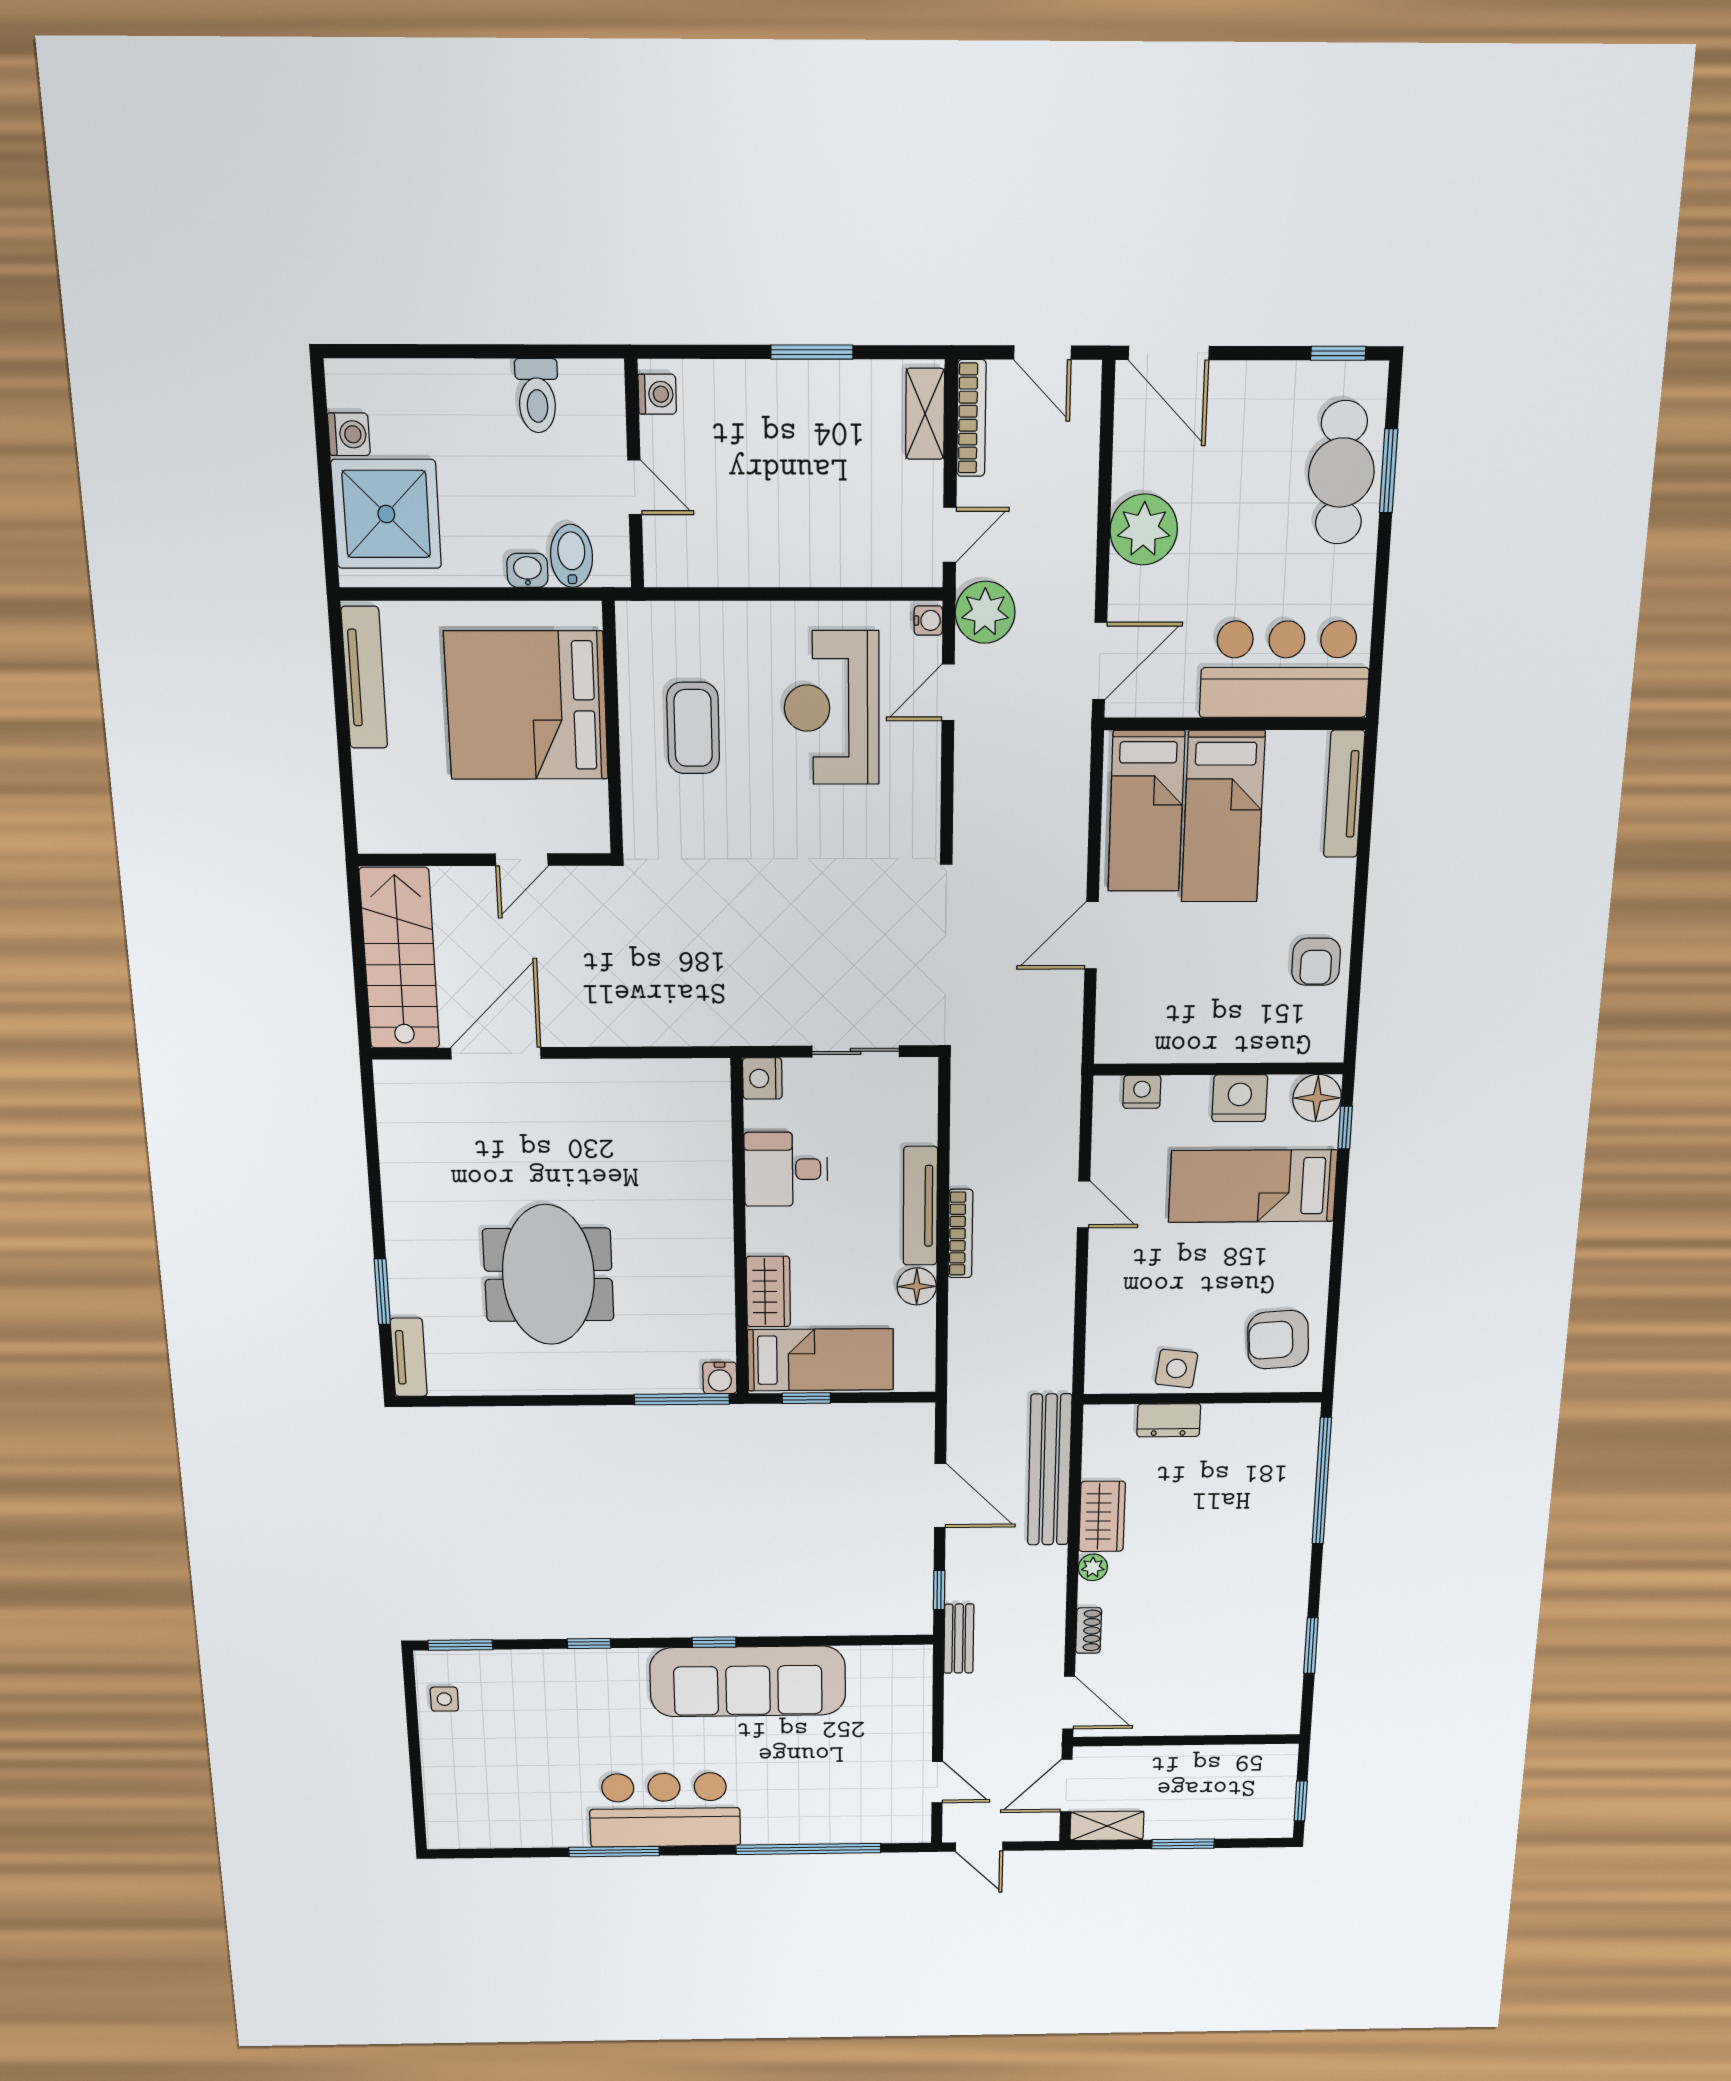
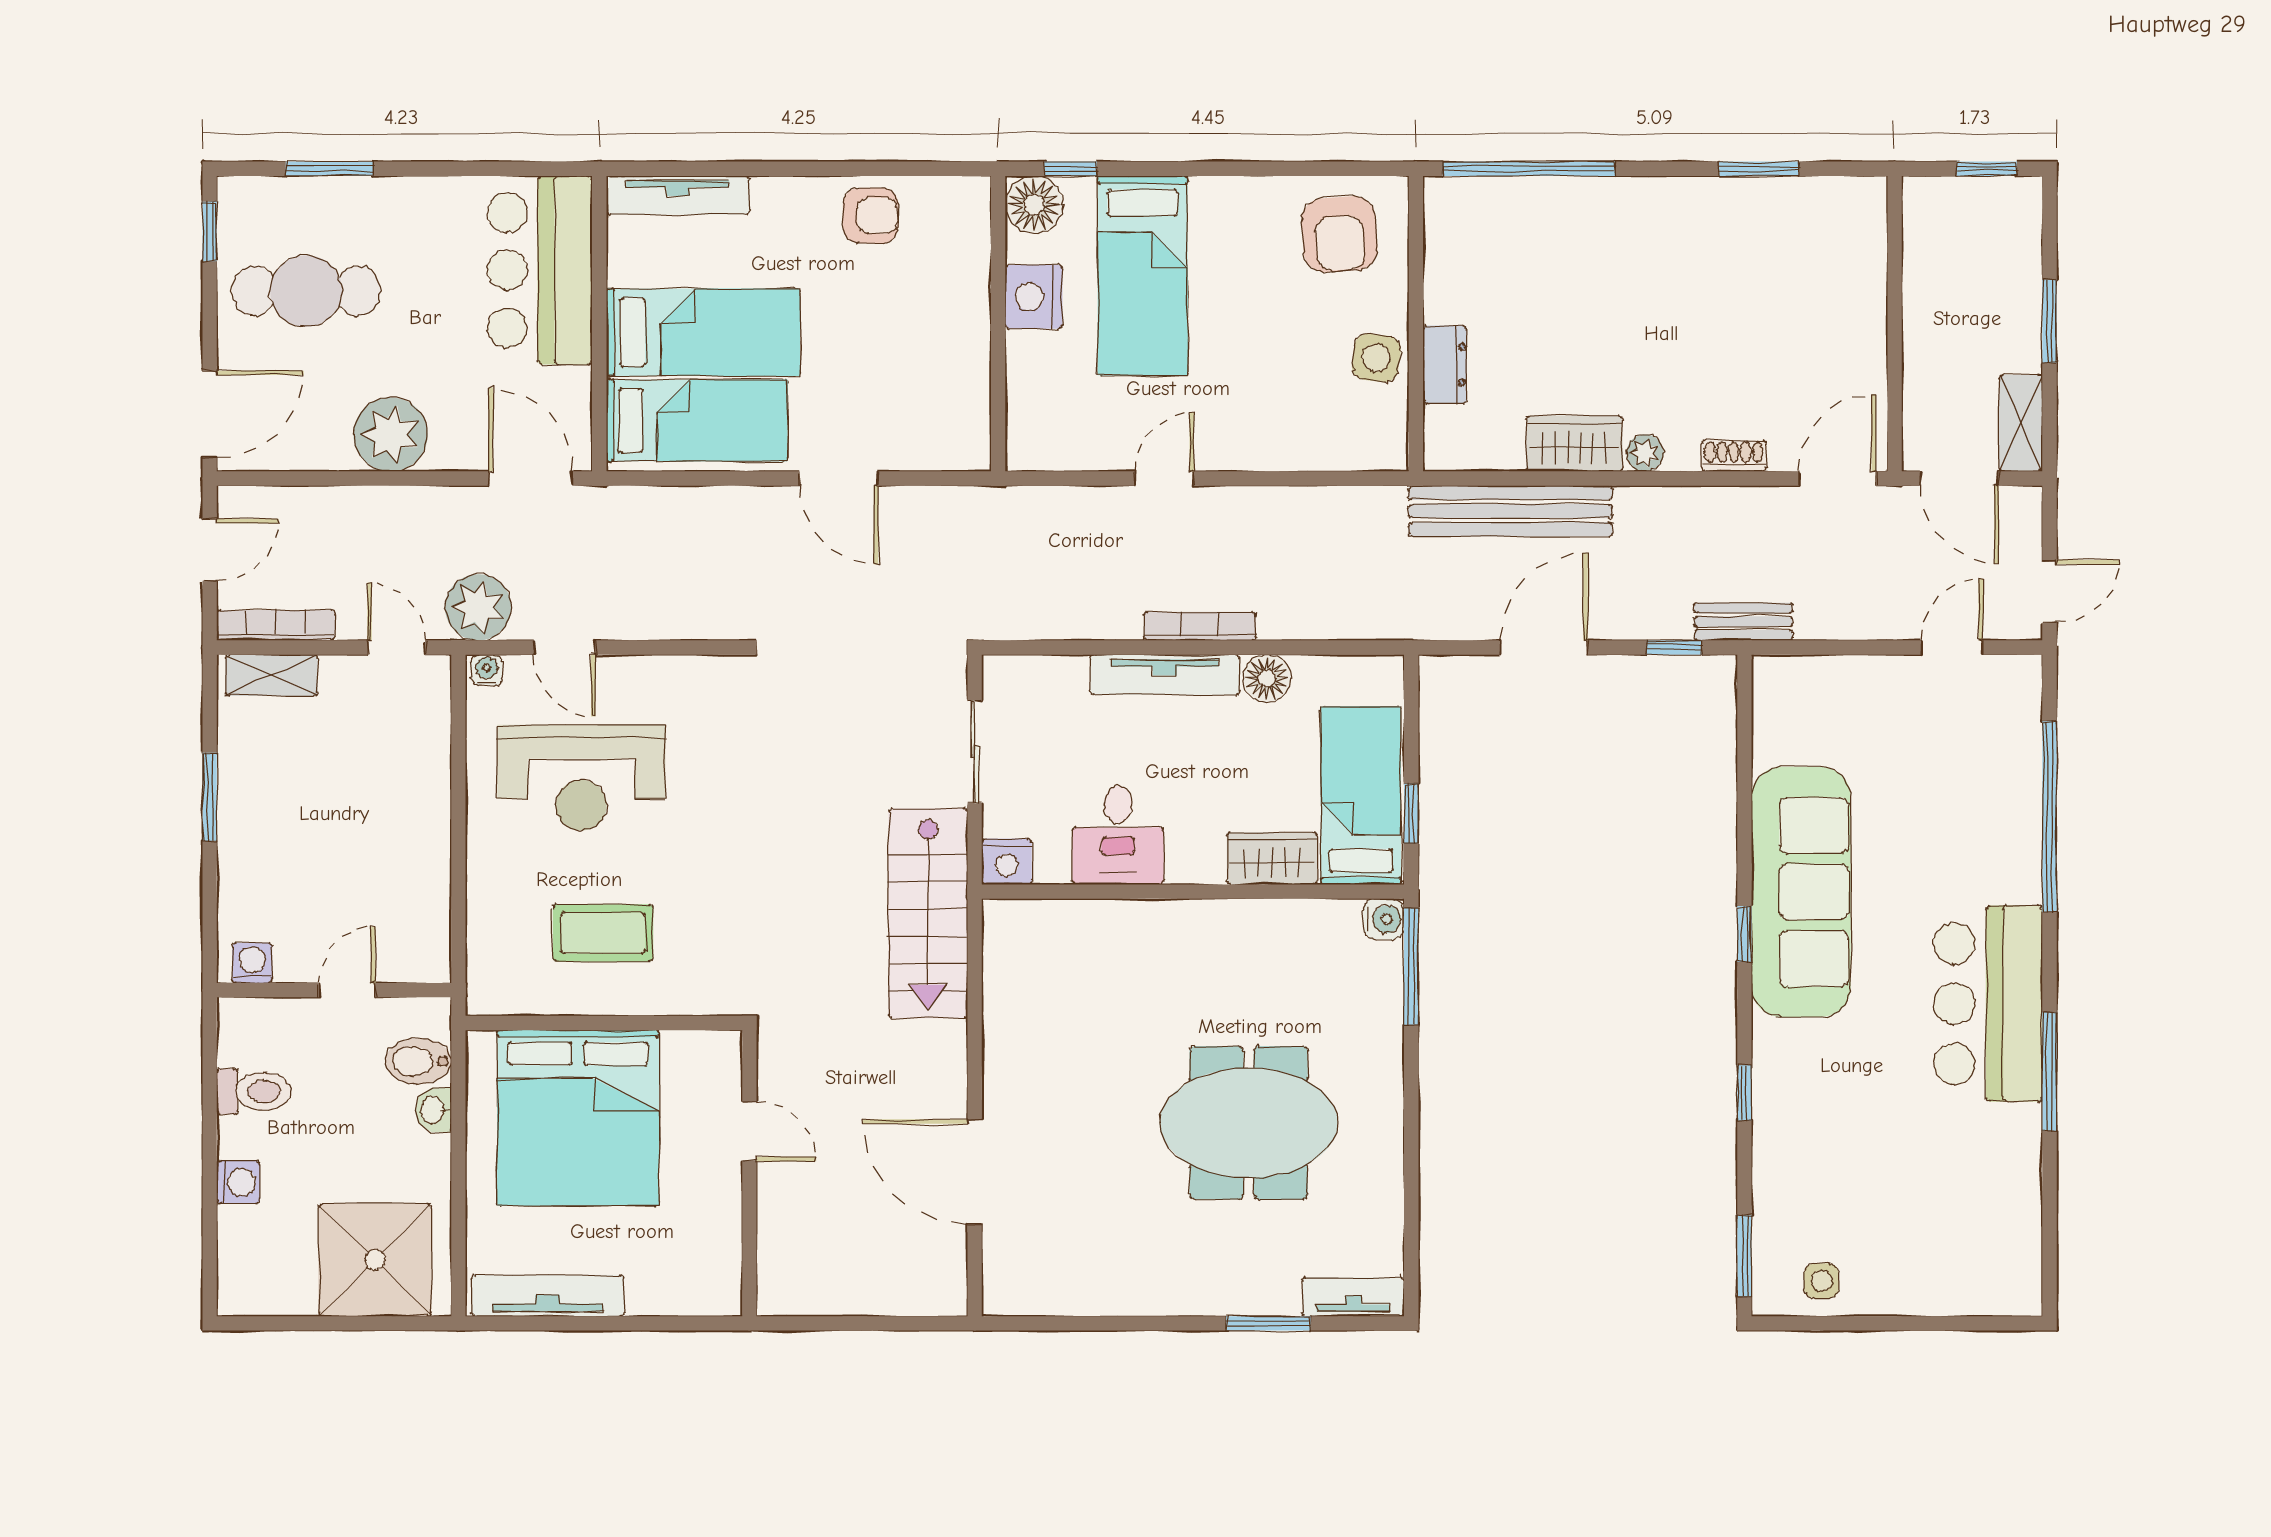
washing machine: (349, 434) -> (238, 1182), moved, turned 90
cafe table: (1341, 473) -> (306, 291), moved
stairs: (400, 959) -> (928, 913), moved, turned -90
nightstand: (1142, 1092) -> (1025, 413), removed

